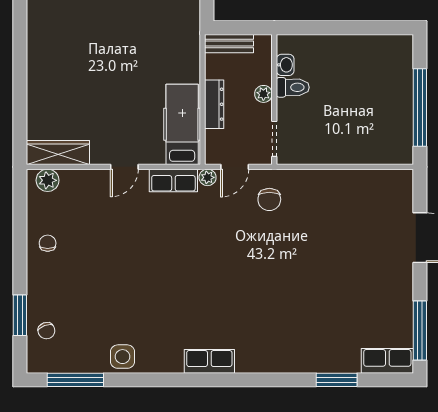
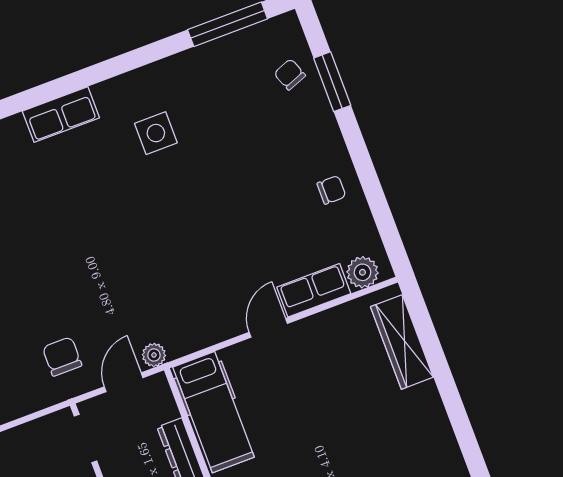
wardrobe: (58, 152) -> (402, 342), moved, turned 90
row of seats: (173, 180) -> (314, 290), moved
chair: (48, 243) -> (331, 190), turned -90
side table: (123, 357) -> (156, 133), moved

